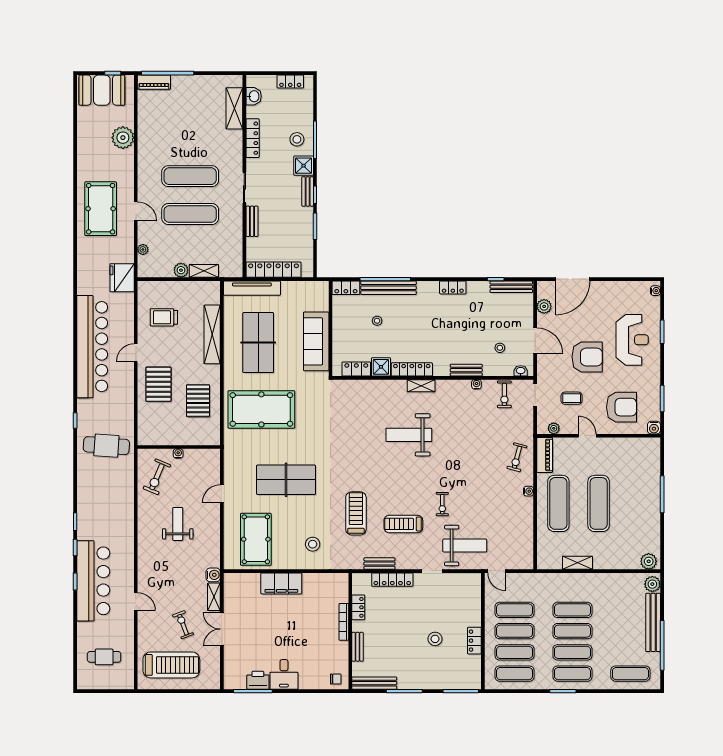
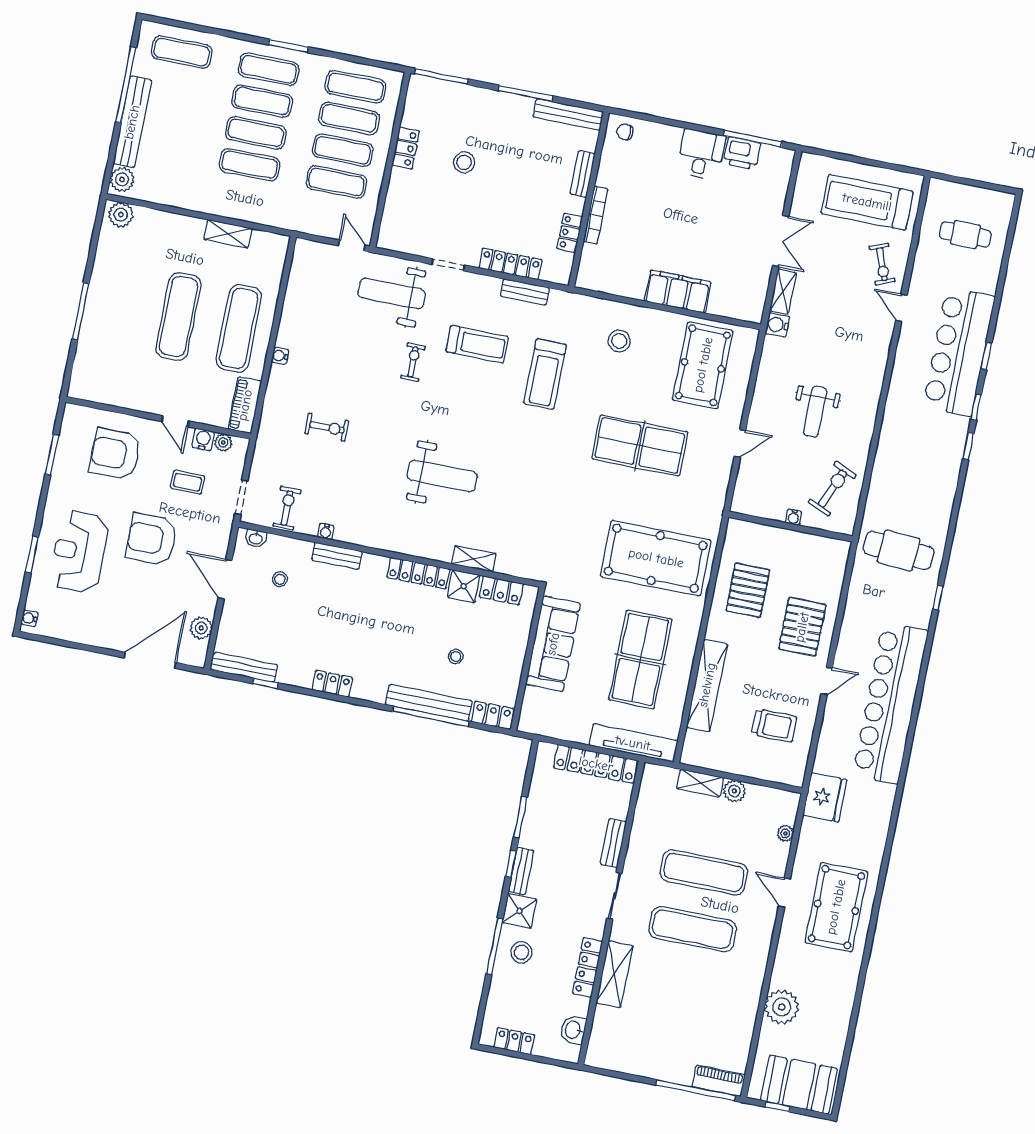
shelving: (234, 108) -> (614, 974), moved
shelving: (421, 386) -> (474, 559), moved
water cooler: (654, 428) -> (203, 439), moved
exercise bike: (517, 457) -> (327, 427), moved, turned 75
exercise bike: (183, 625) -> (882, 264), moved

